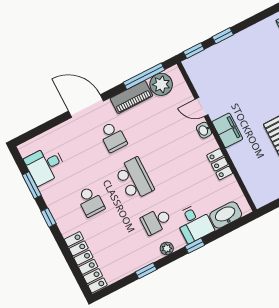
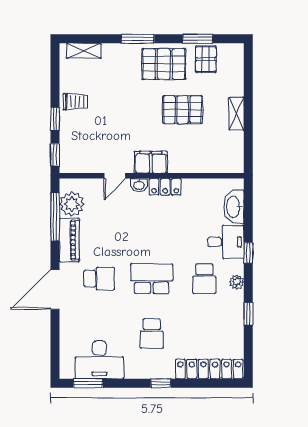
trolley: (245, 45) -> (75, 102), added
locker: (220, 164) -> (165, 187), moved
desk: (45, 165) -> (99, 360), width x1.37
window: (32, 185) -> (88, 383), moved
school desk: (91, 201) -> (152, 333), turned 90
window: (48, 218) -> (161, 383), moved

